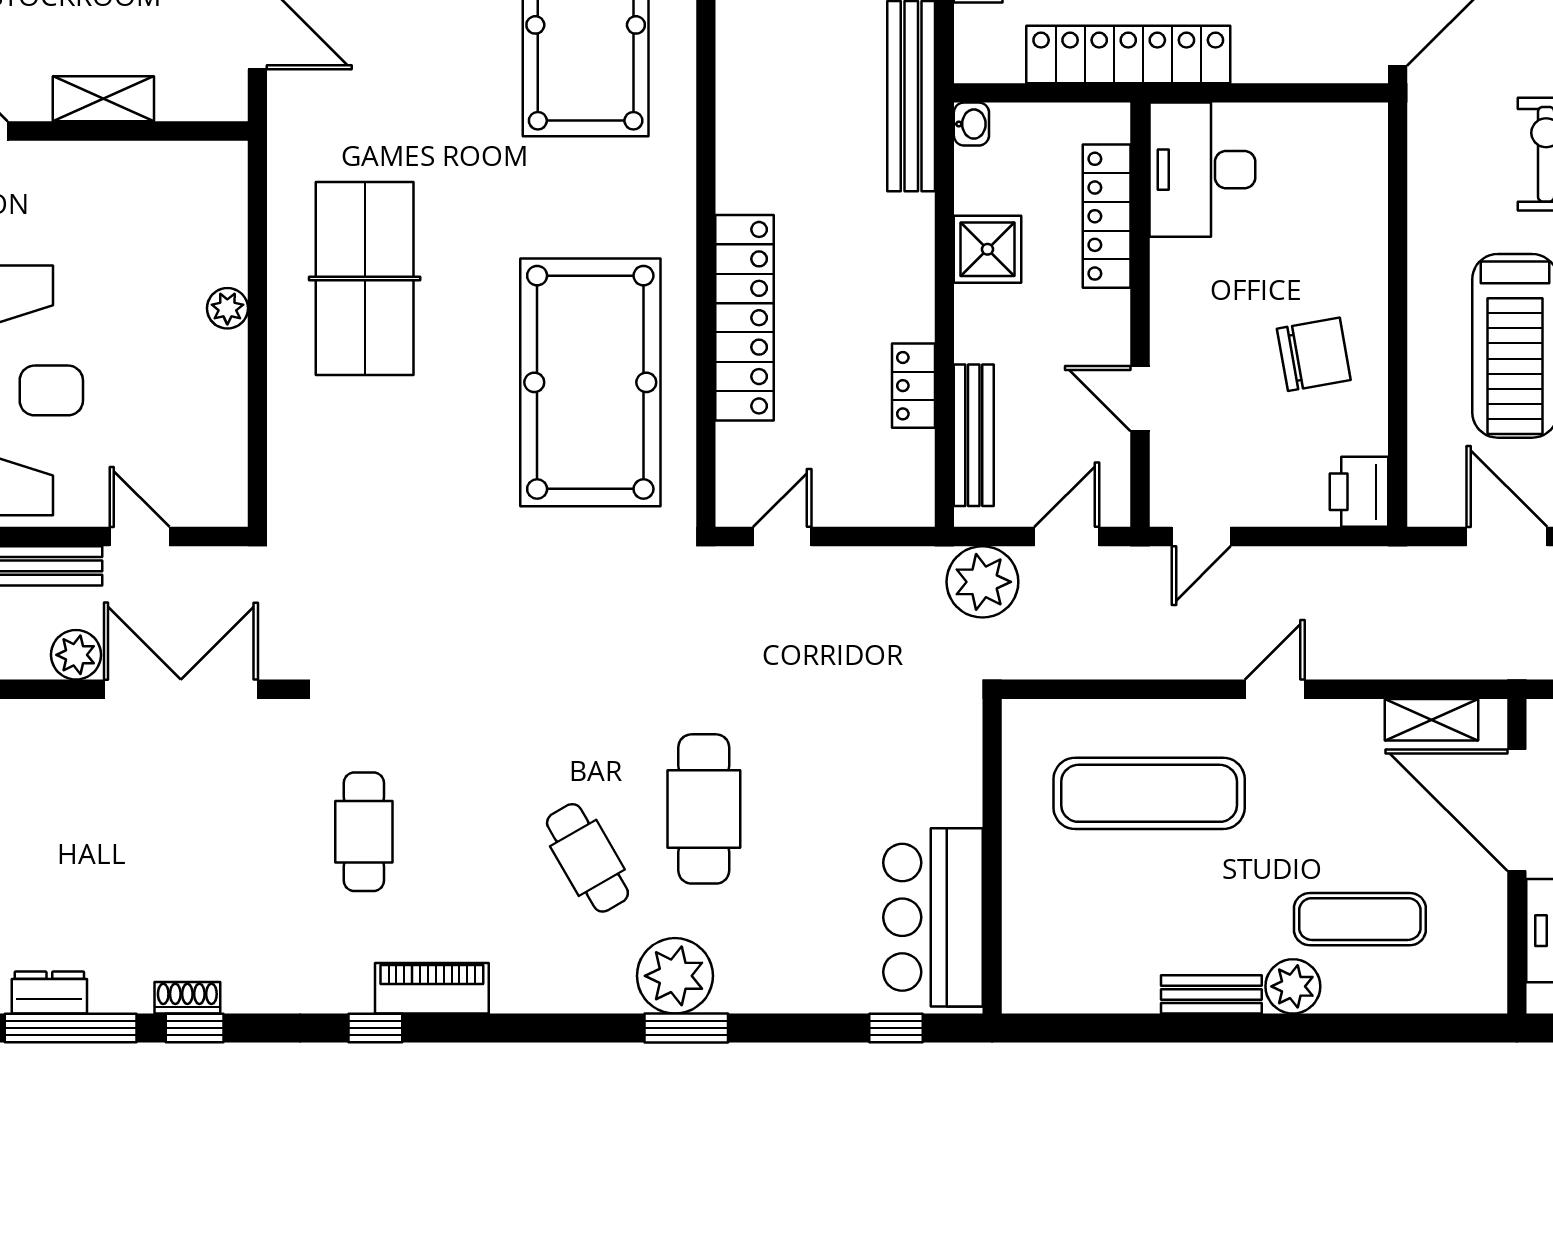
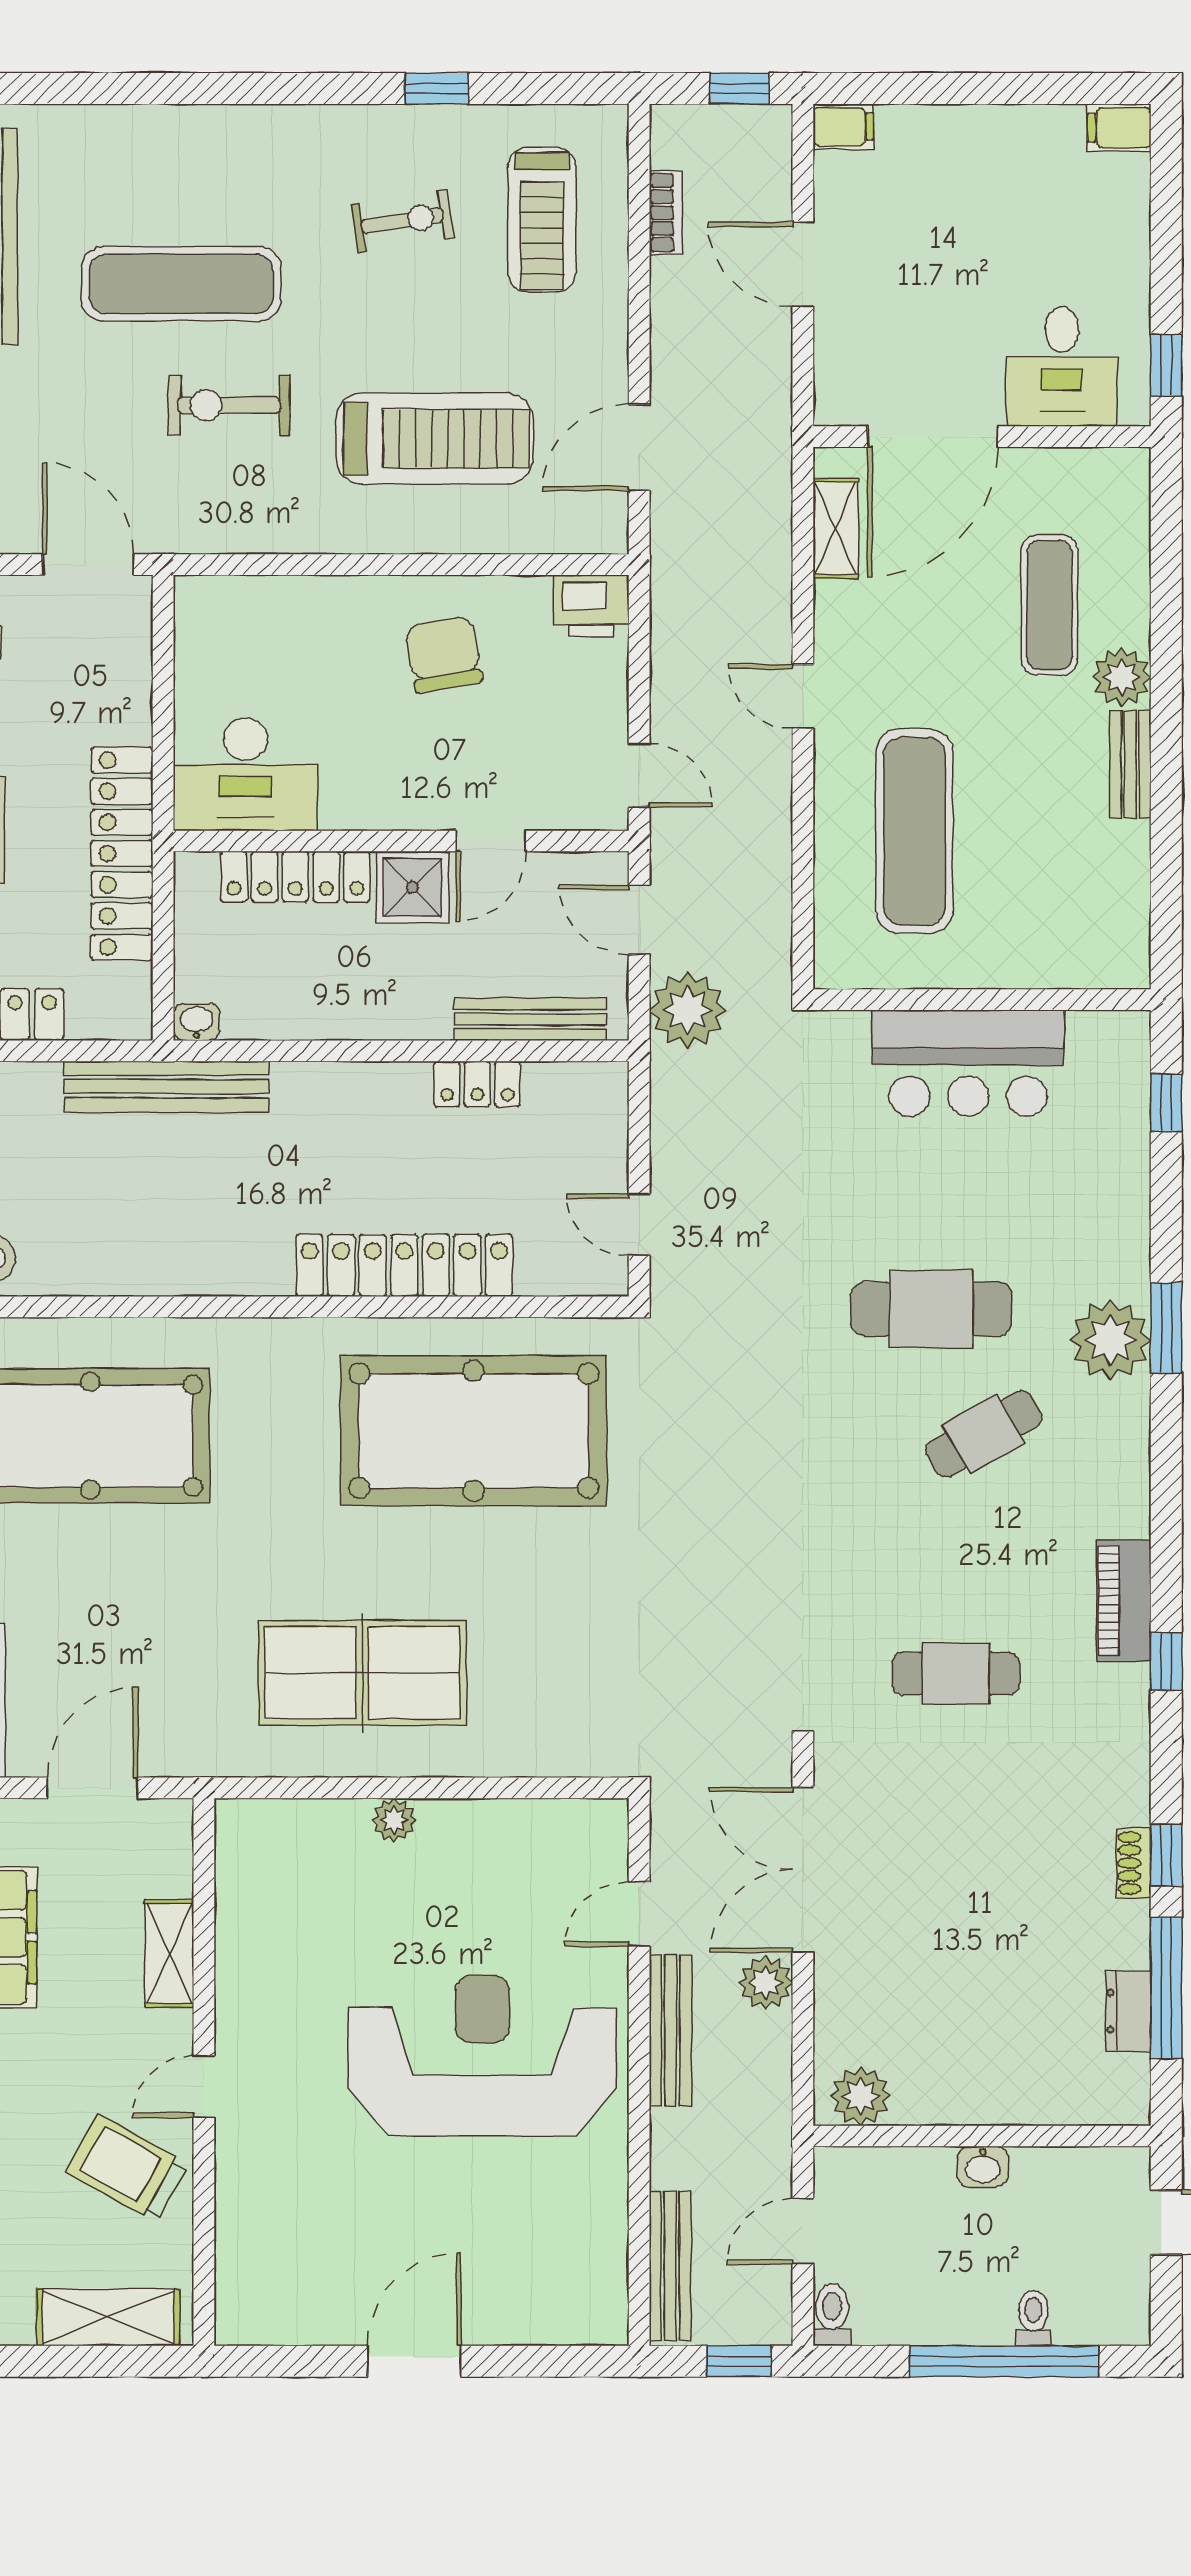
shower: (988, 249) -> (412, 887), moved
bar counter: (933, 917) -> (968, 1063), moved

